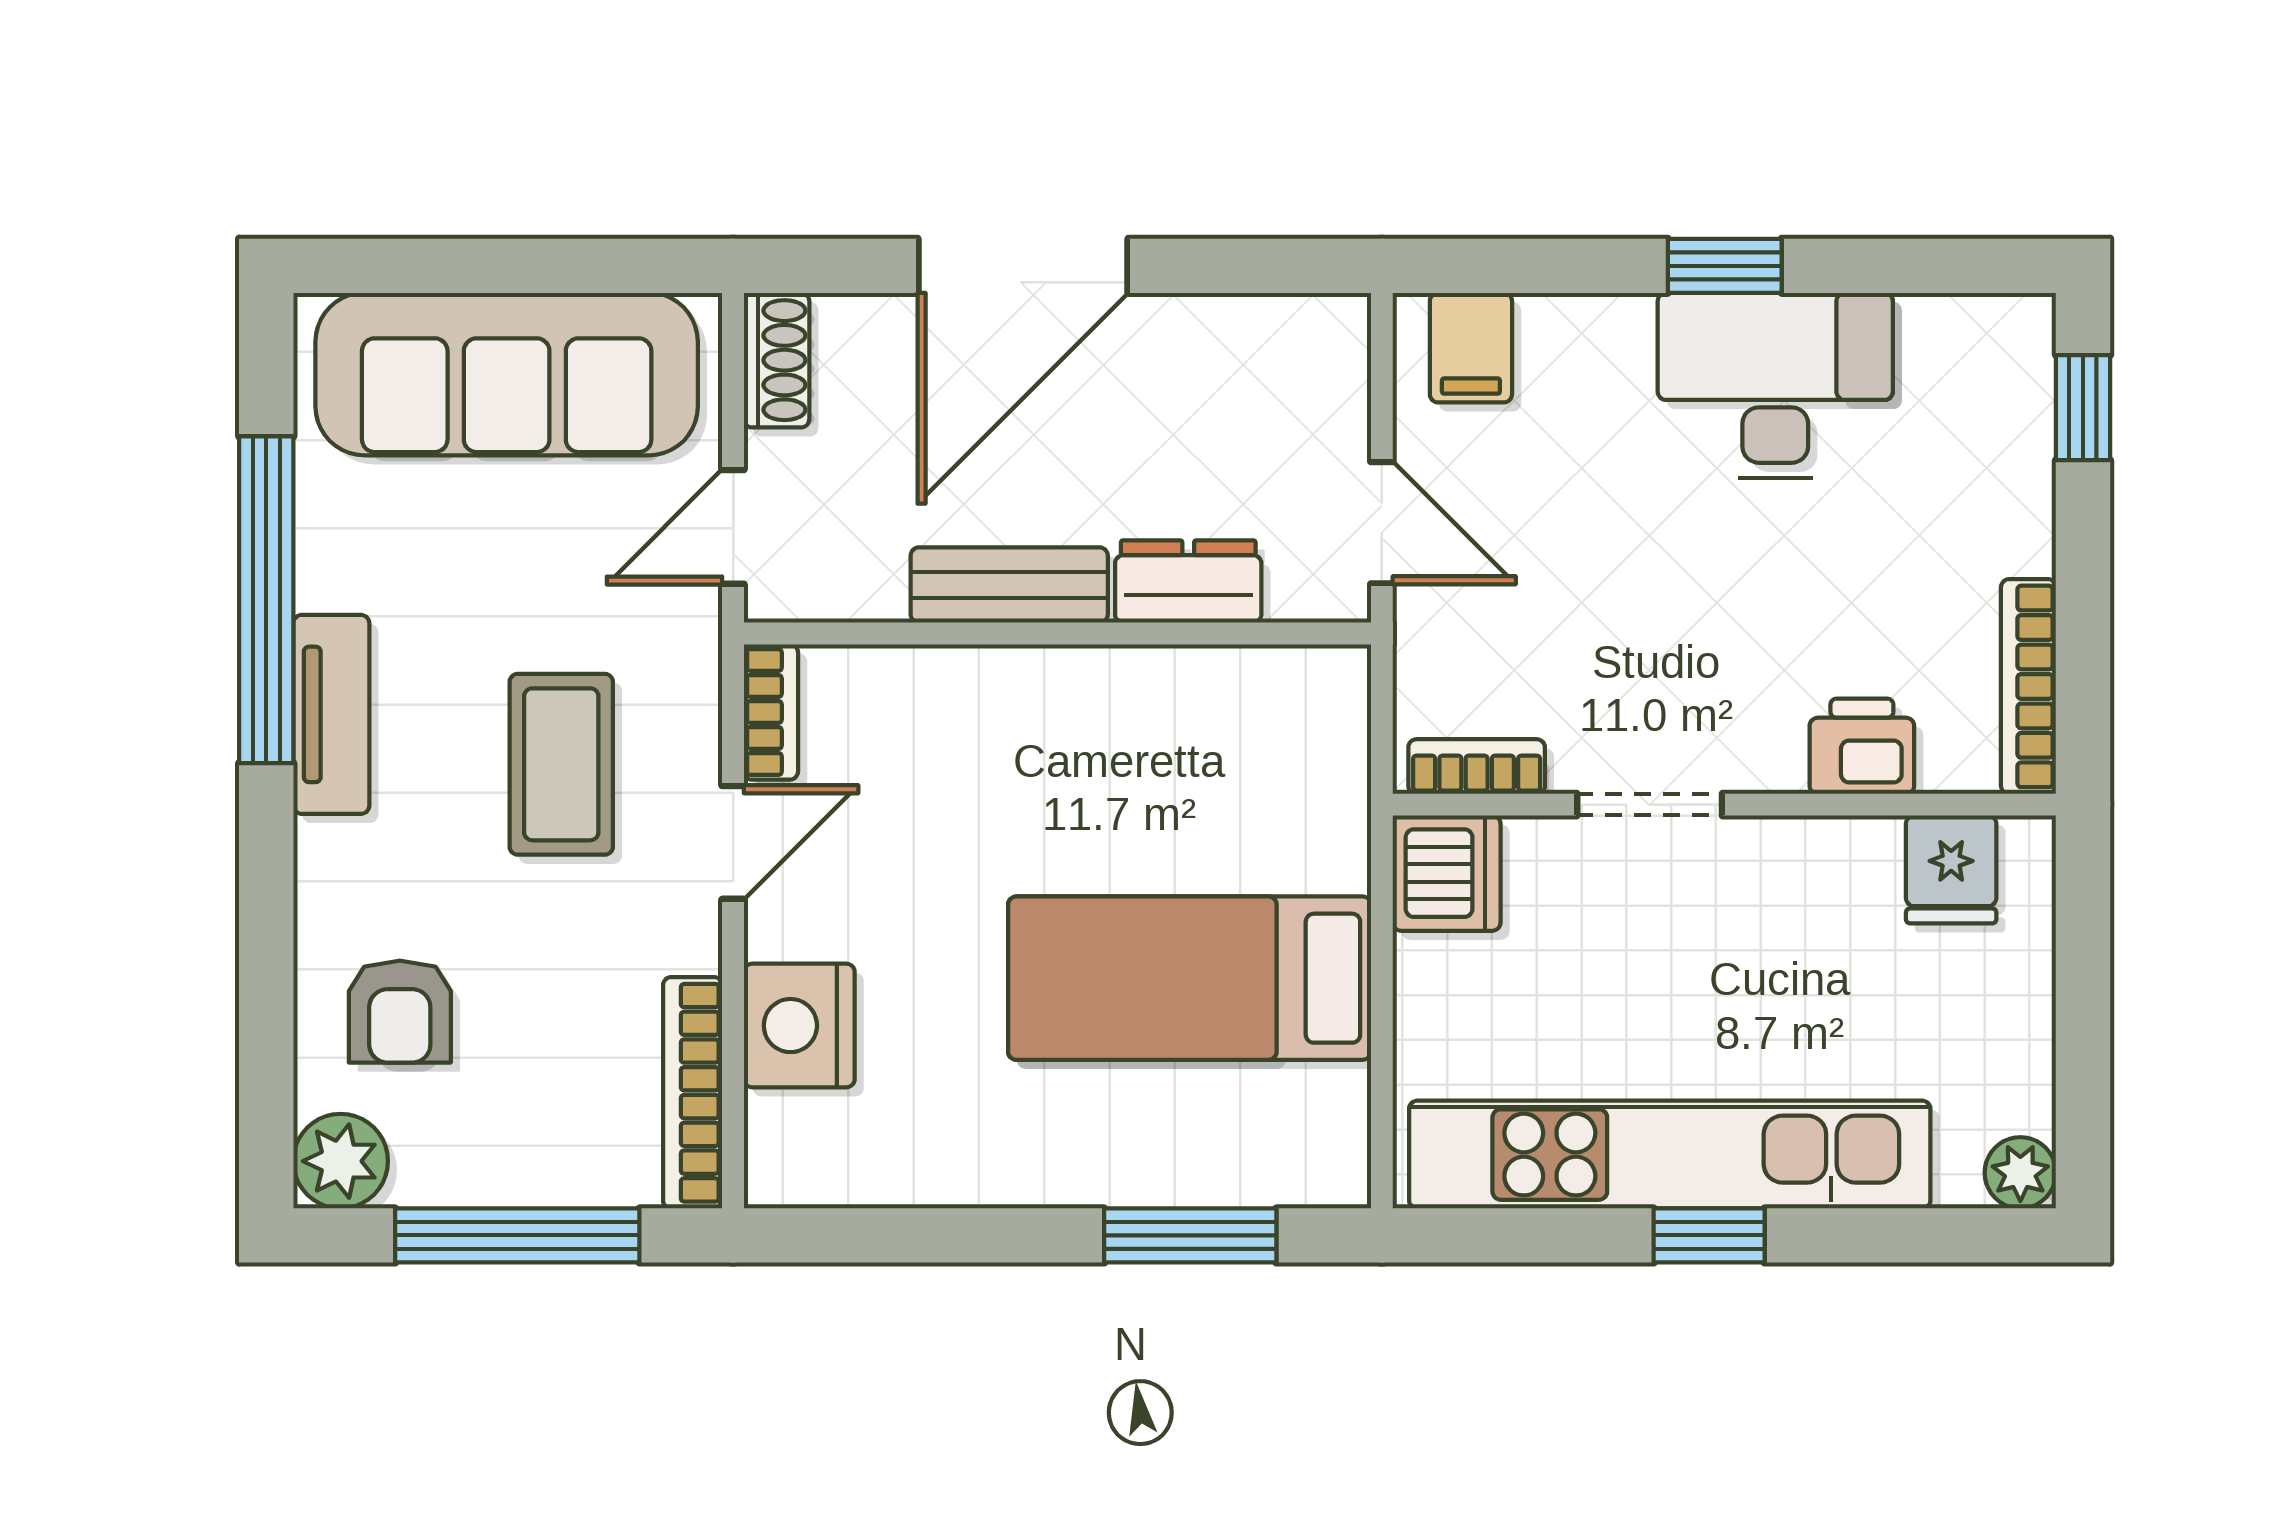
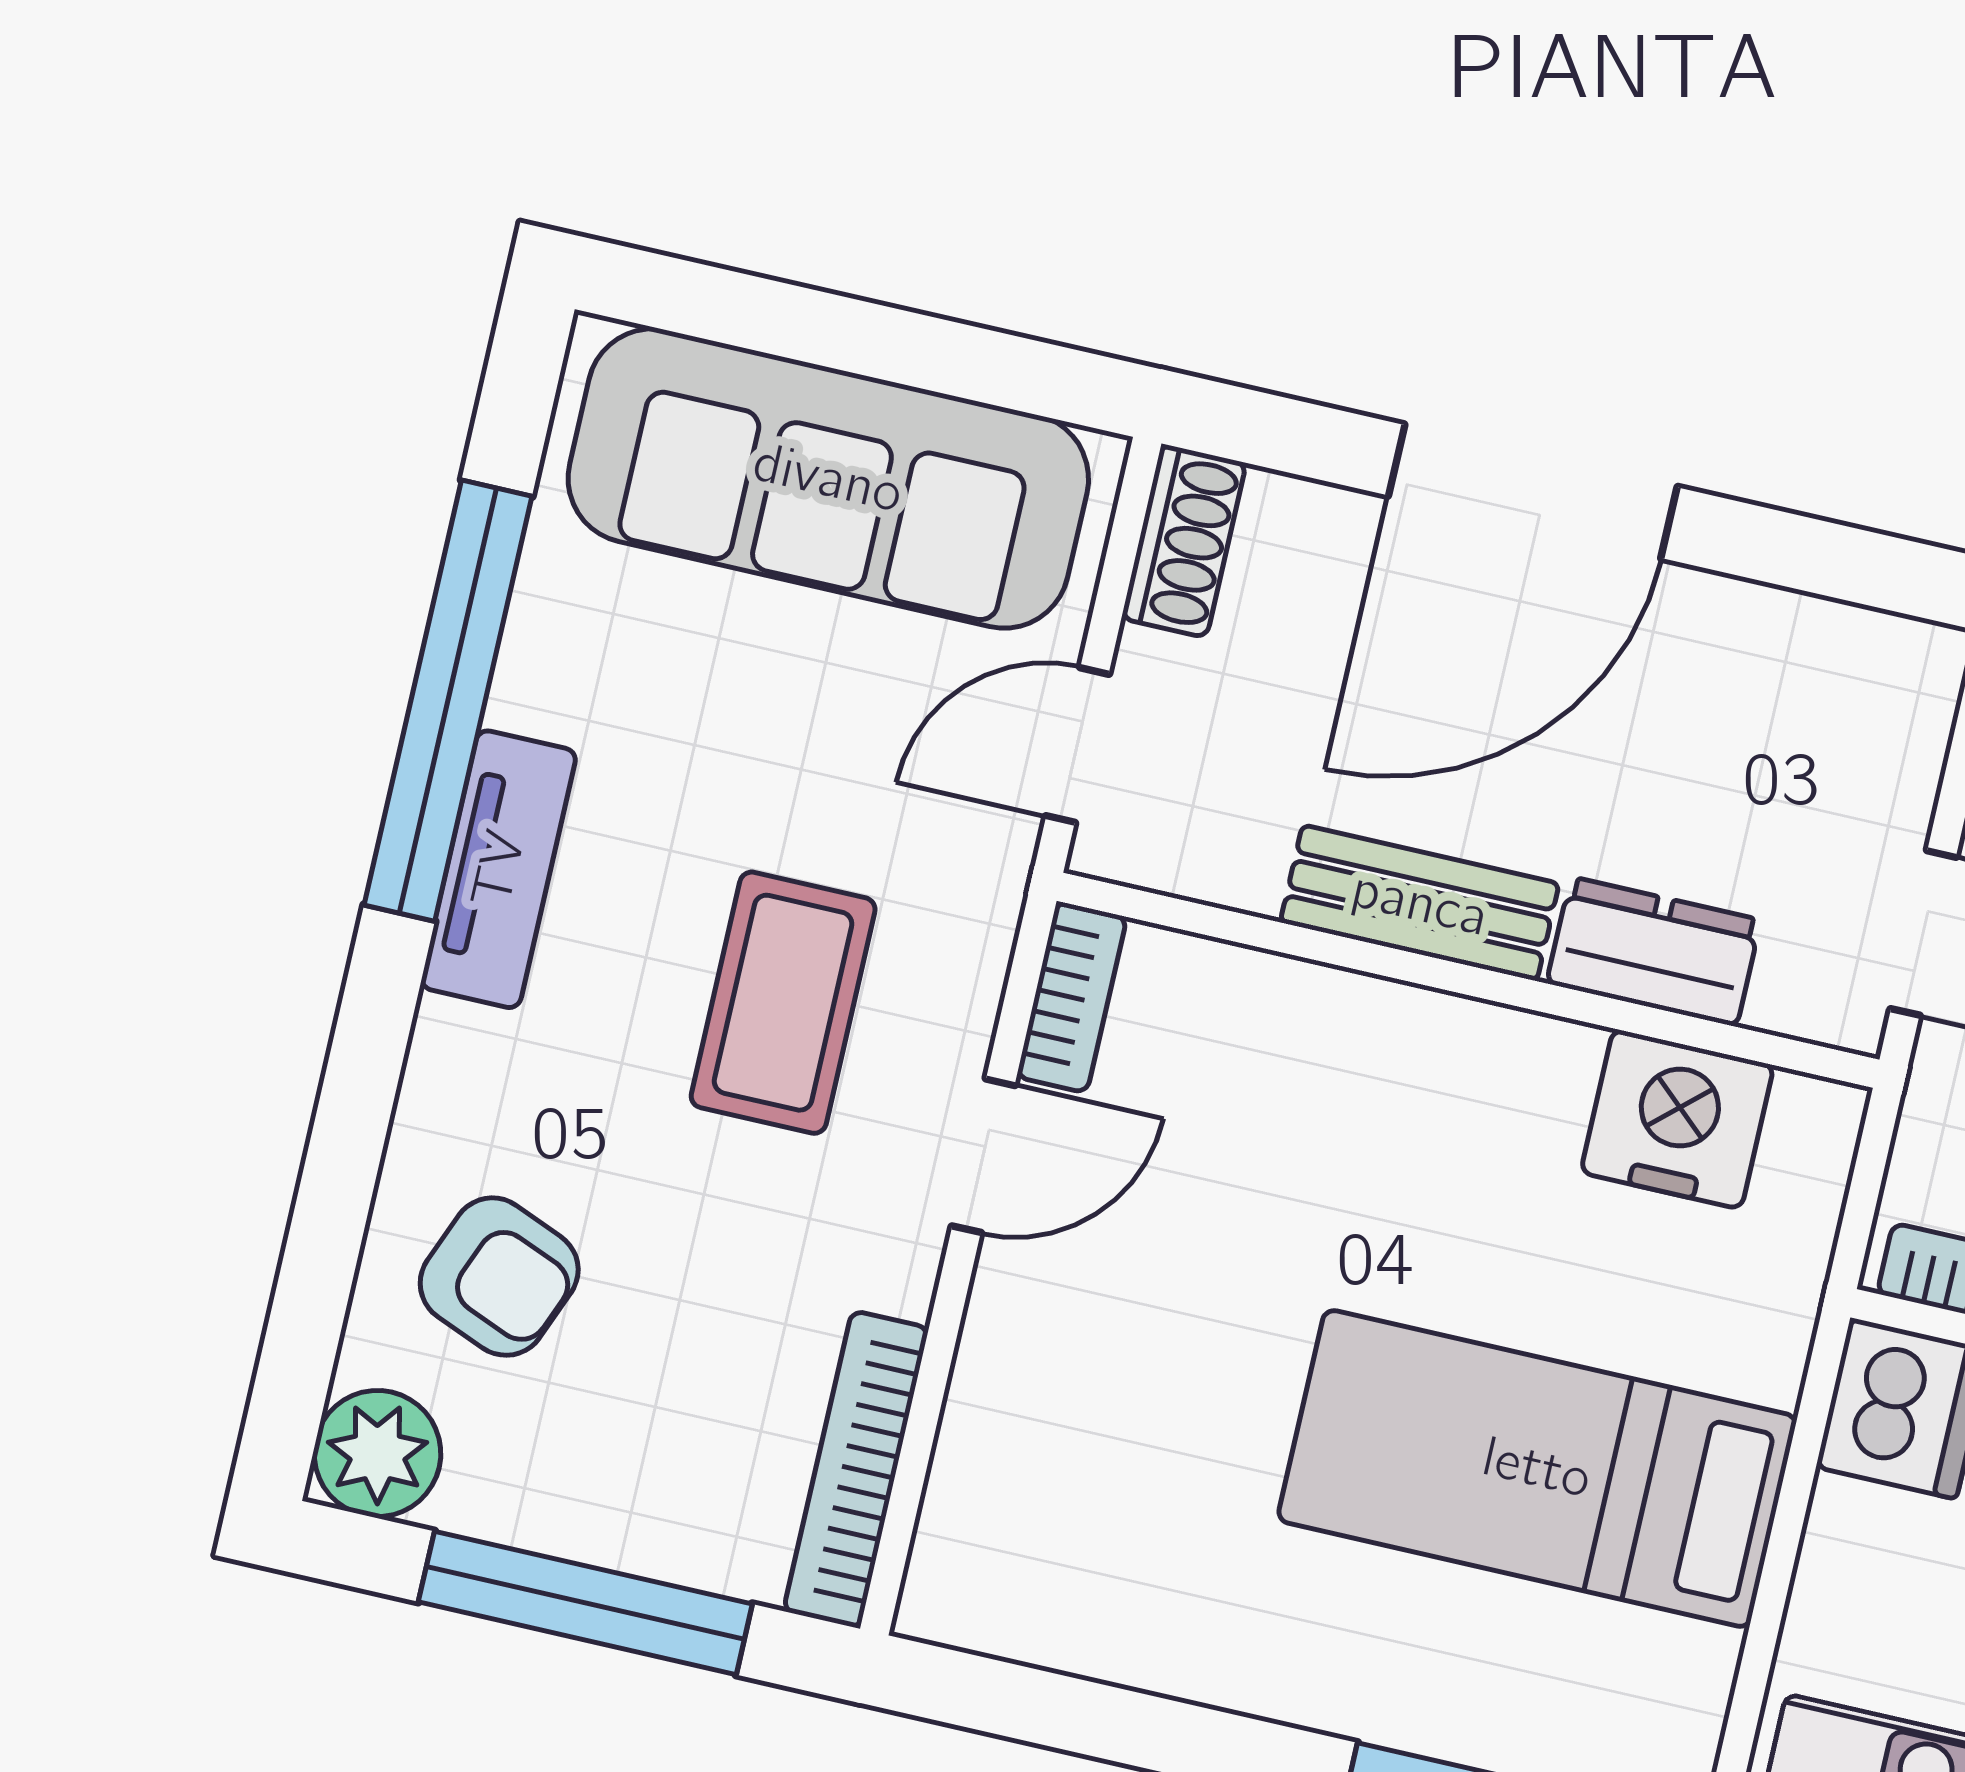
armchair: (400, 1012) -> (499, 1277), turned -68
nightstand: (799, 1026) -> (1677, 1119), moved, turned 90

